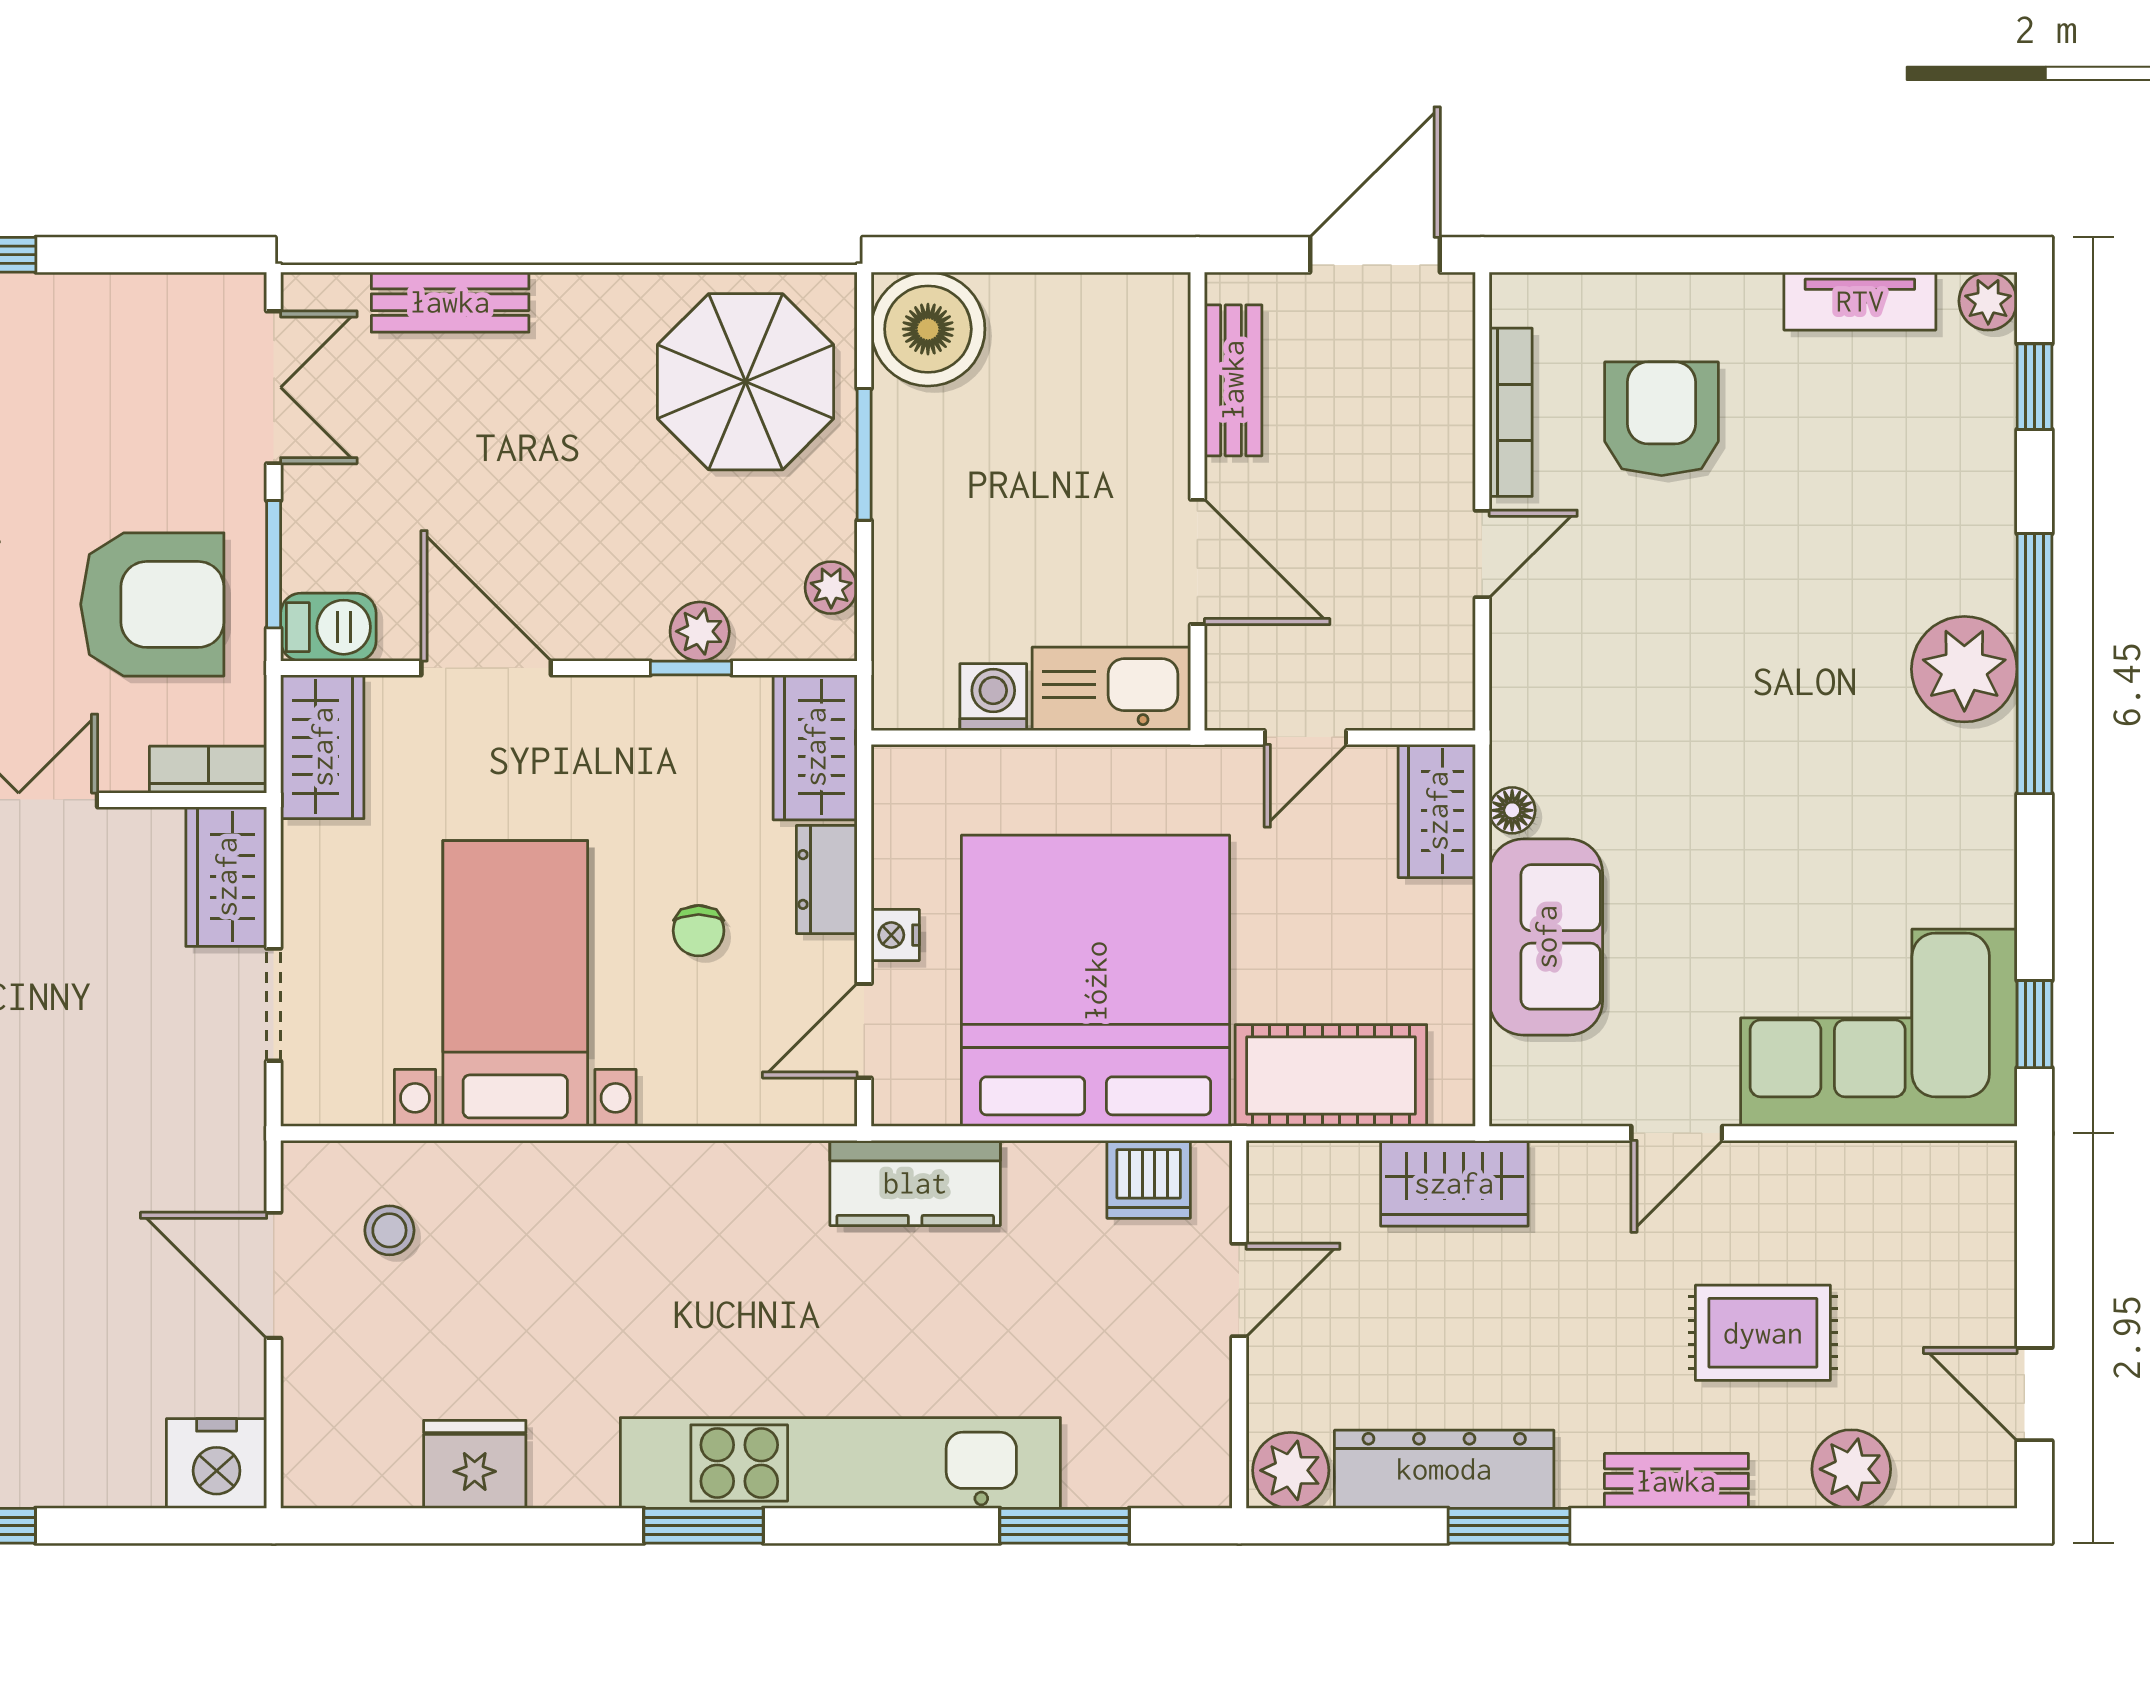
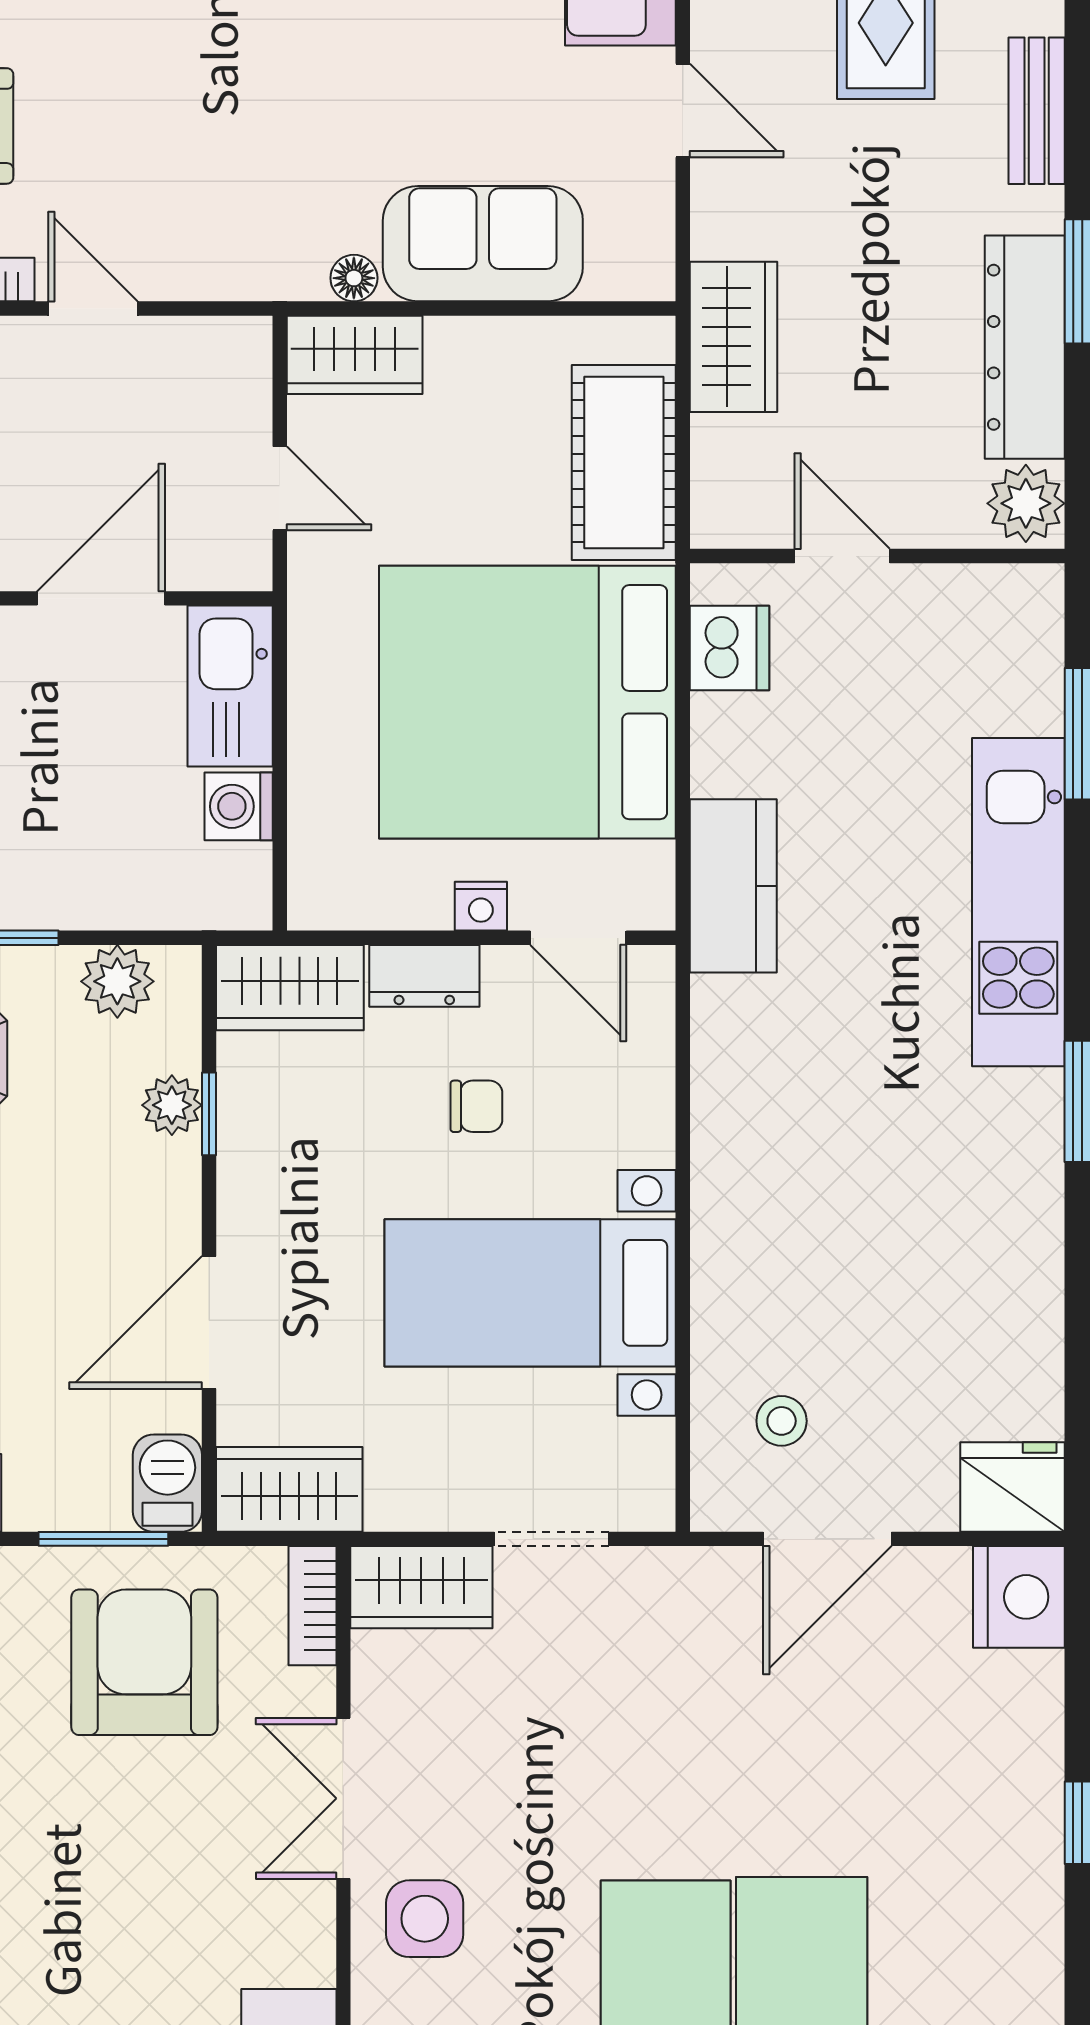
plant: (831, 588) -> (117, 981), width x1.38, depth x1.38
kitchen unit: (840, 1463) -> (1018, 902), width x0.73
fridge: (475, 1464) -> (1013, 1487), moved, turned 90

